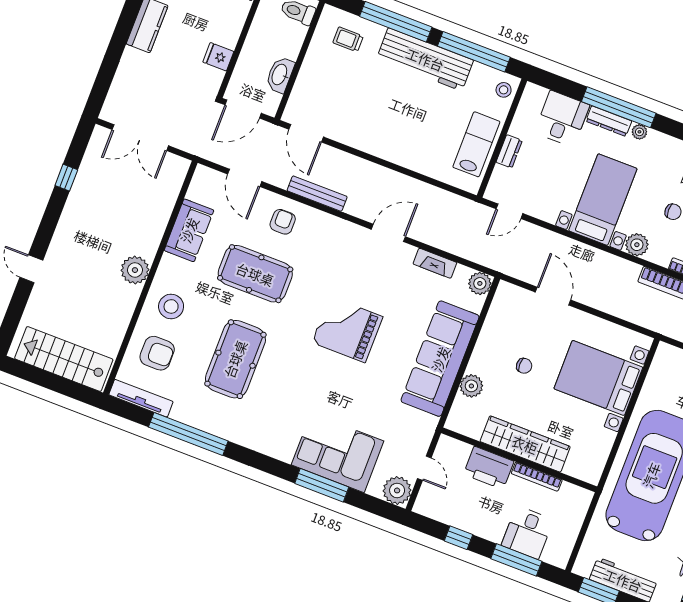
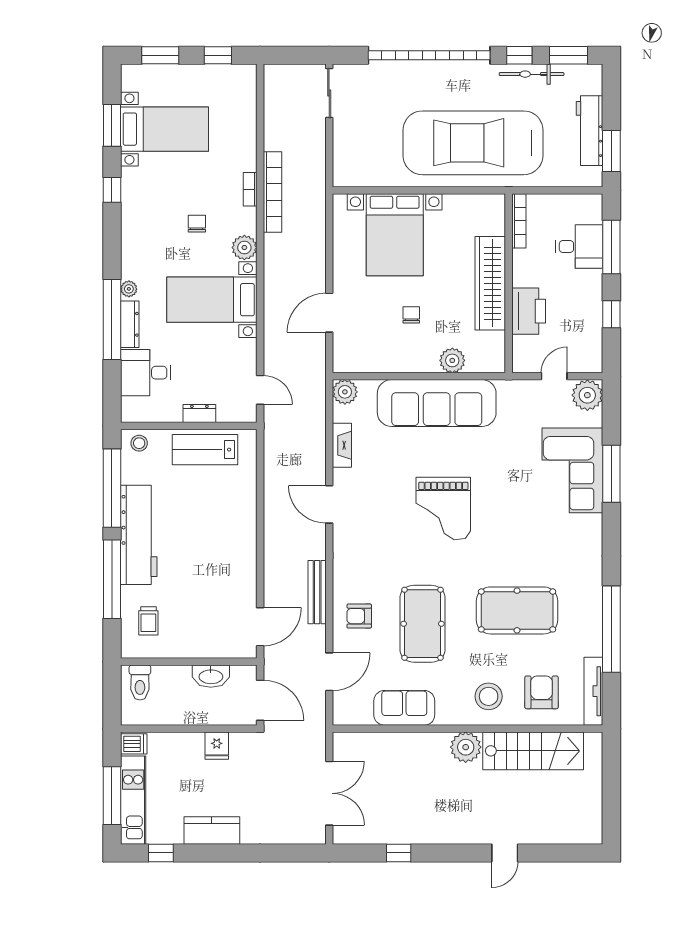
stairs: (64, 359) -> (533, 751), moved, turned -90
bookcase: (537, 477) -> (519, 221), moved

